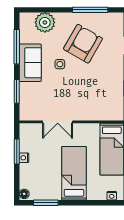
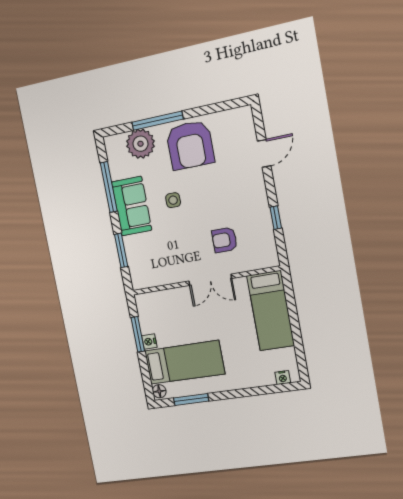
window: (90, 10) -> (157, 121), moved
armchair: (83, 44) -> (190, 145), moved, turned 150
armchair: (90, 97) -> (225, 240), added
double door: (58, 122) -> (210, 280), moved
bed: (74, 173) -> (184, 362), moved, turned 90

